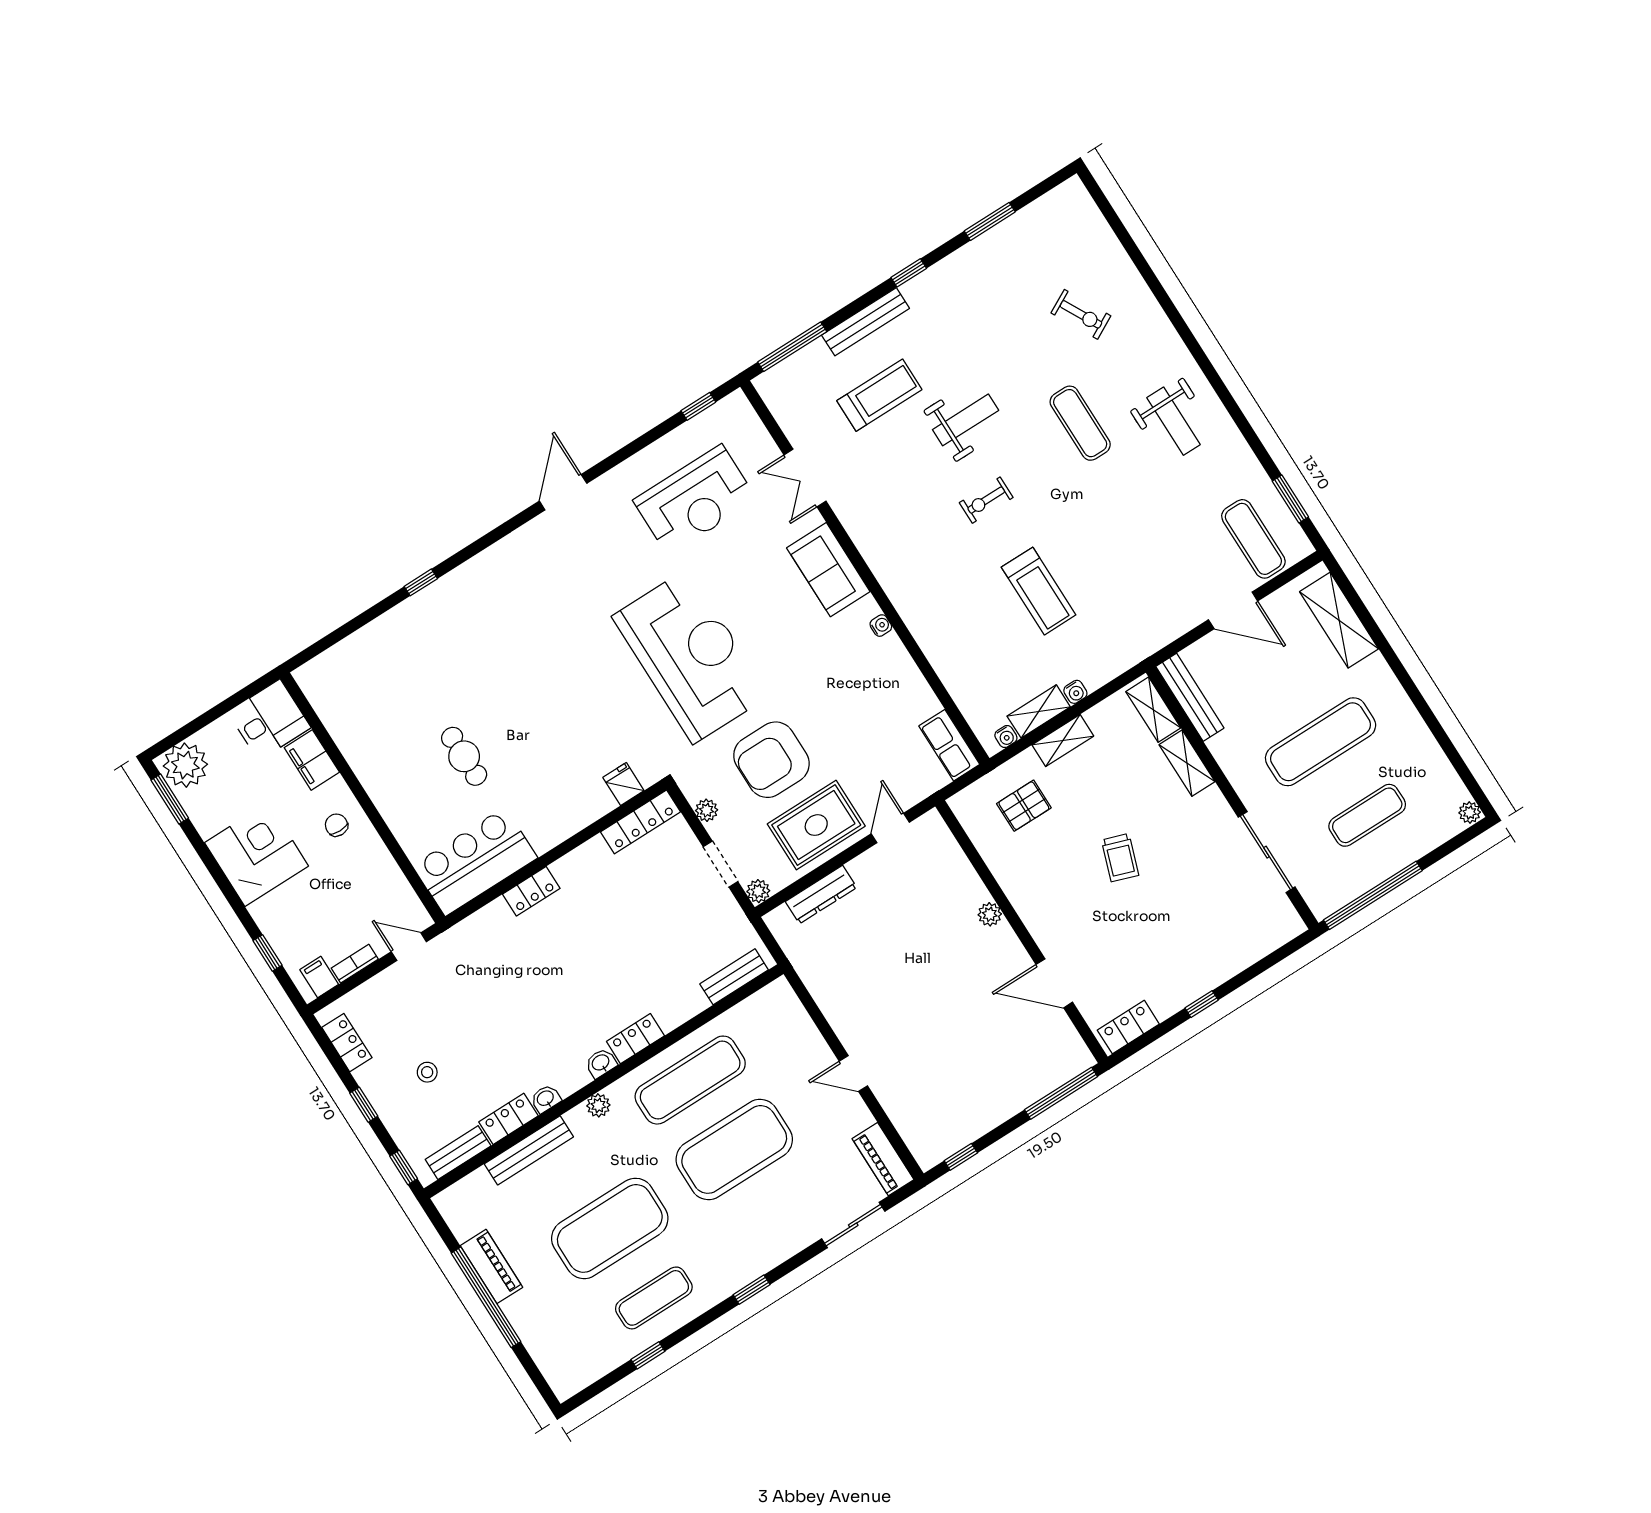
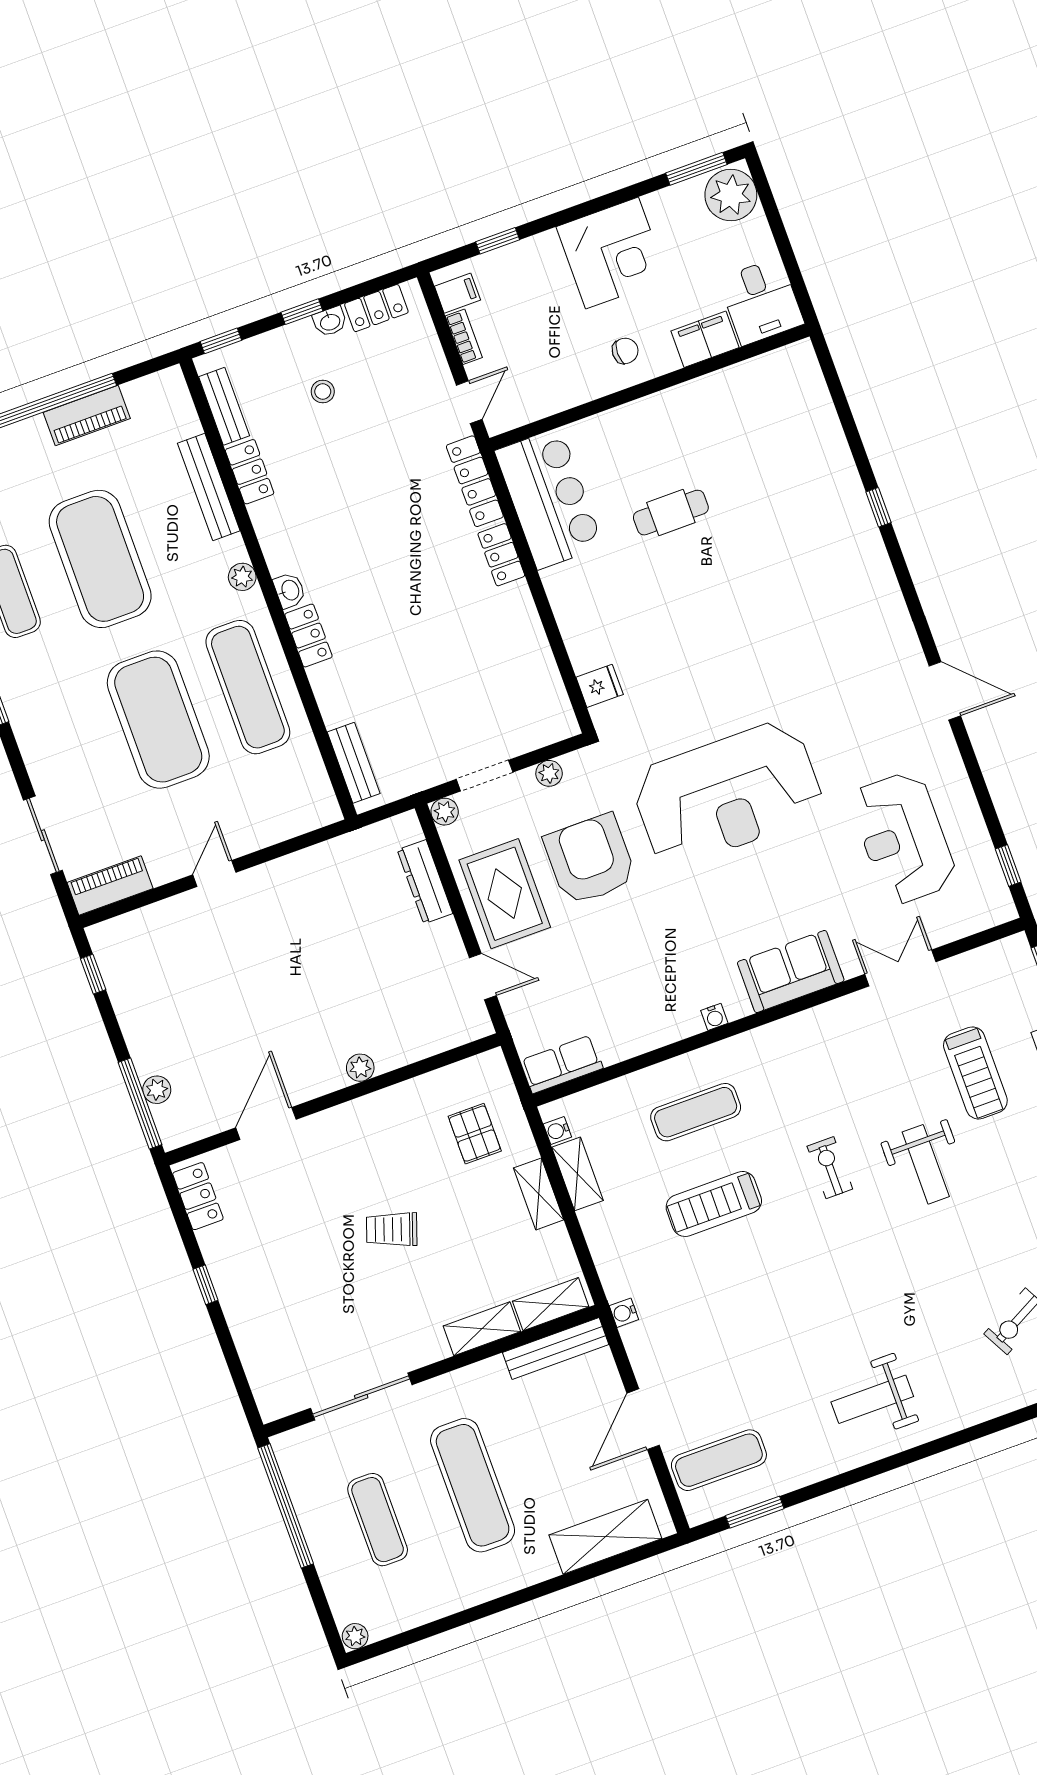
exercise mat: (1080, 423) -> (696, 1112), moved
water cooler: (1075, 692) -> (624, 1313), moved
locker: (640, 822) -> (475, 481), moved
plant: (1046, 1082) -> (157, 1090), added
washbasin: (546, 1099) -> (330, 322), moved, turned 90

